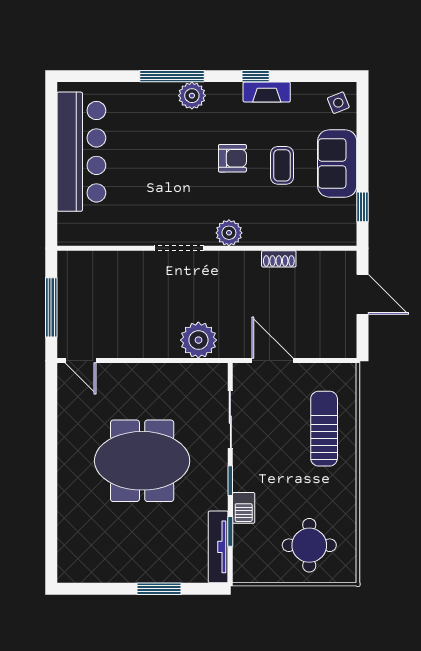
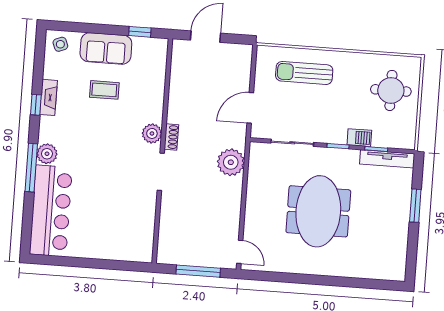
bar counter: (81, 152) -> (51, 211), moved, turned 90
armchair: (232, 158) -> (96, 127), removed
shoe rack: (279, 259) -> (171, 137), moved
door: (81, 361) -> (240, 252), hinge flipped

